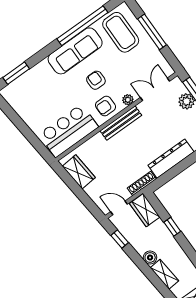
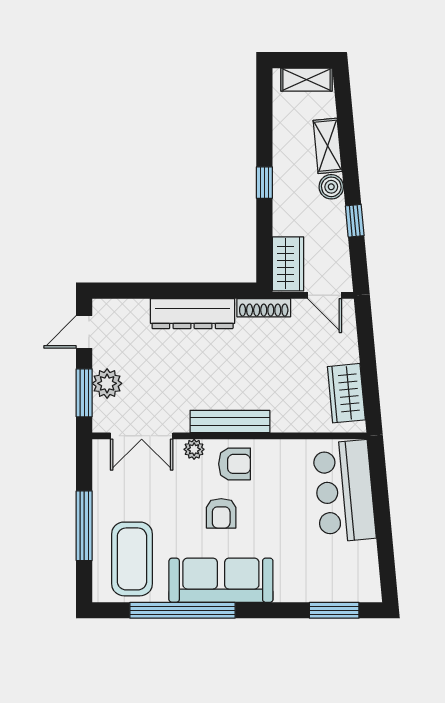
bar counter: (69, 131) -> (344, 491), moved, turned 85
window: (172, 227) -> (264, 183), moved
window: (120, 239) -> (355, 221), moved

